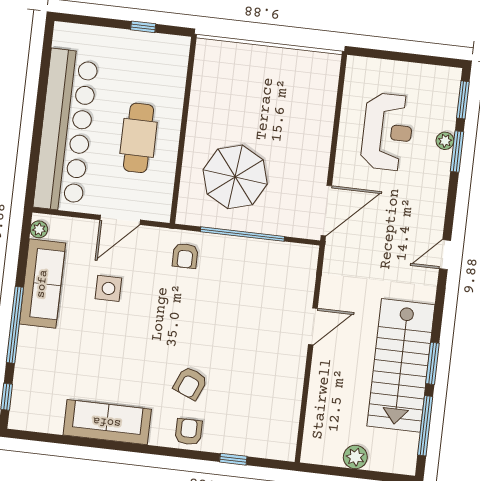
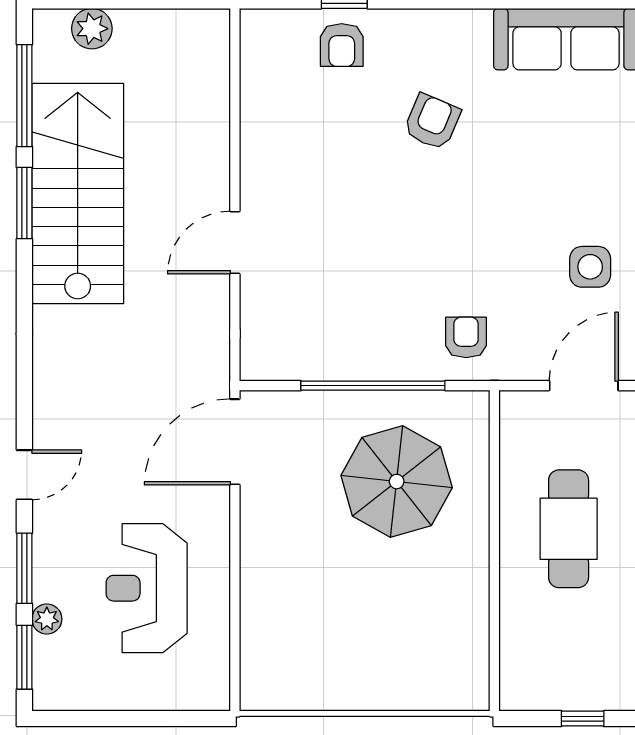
plant: (445, 141) -> (47, 619), moved
door: (445, 255) -> (24, 475), moved
armchair: (189, 432) -> (342, 45), moved
plant: (355, 457) -> (92, 29), moved

